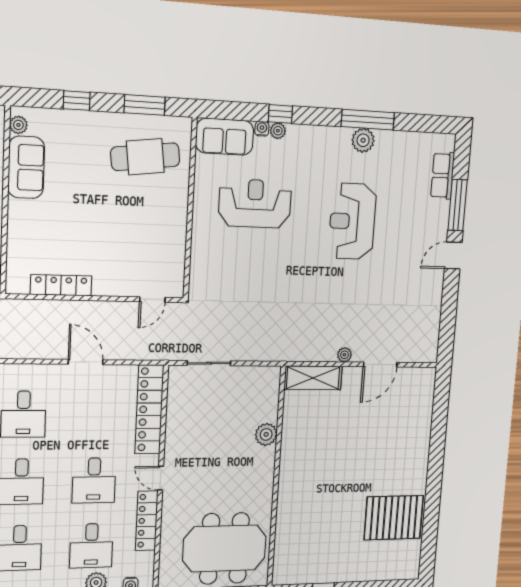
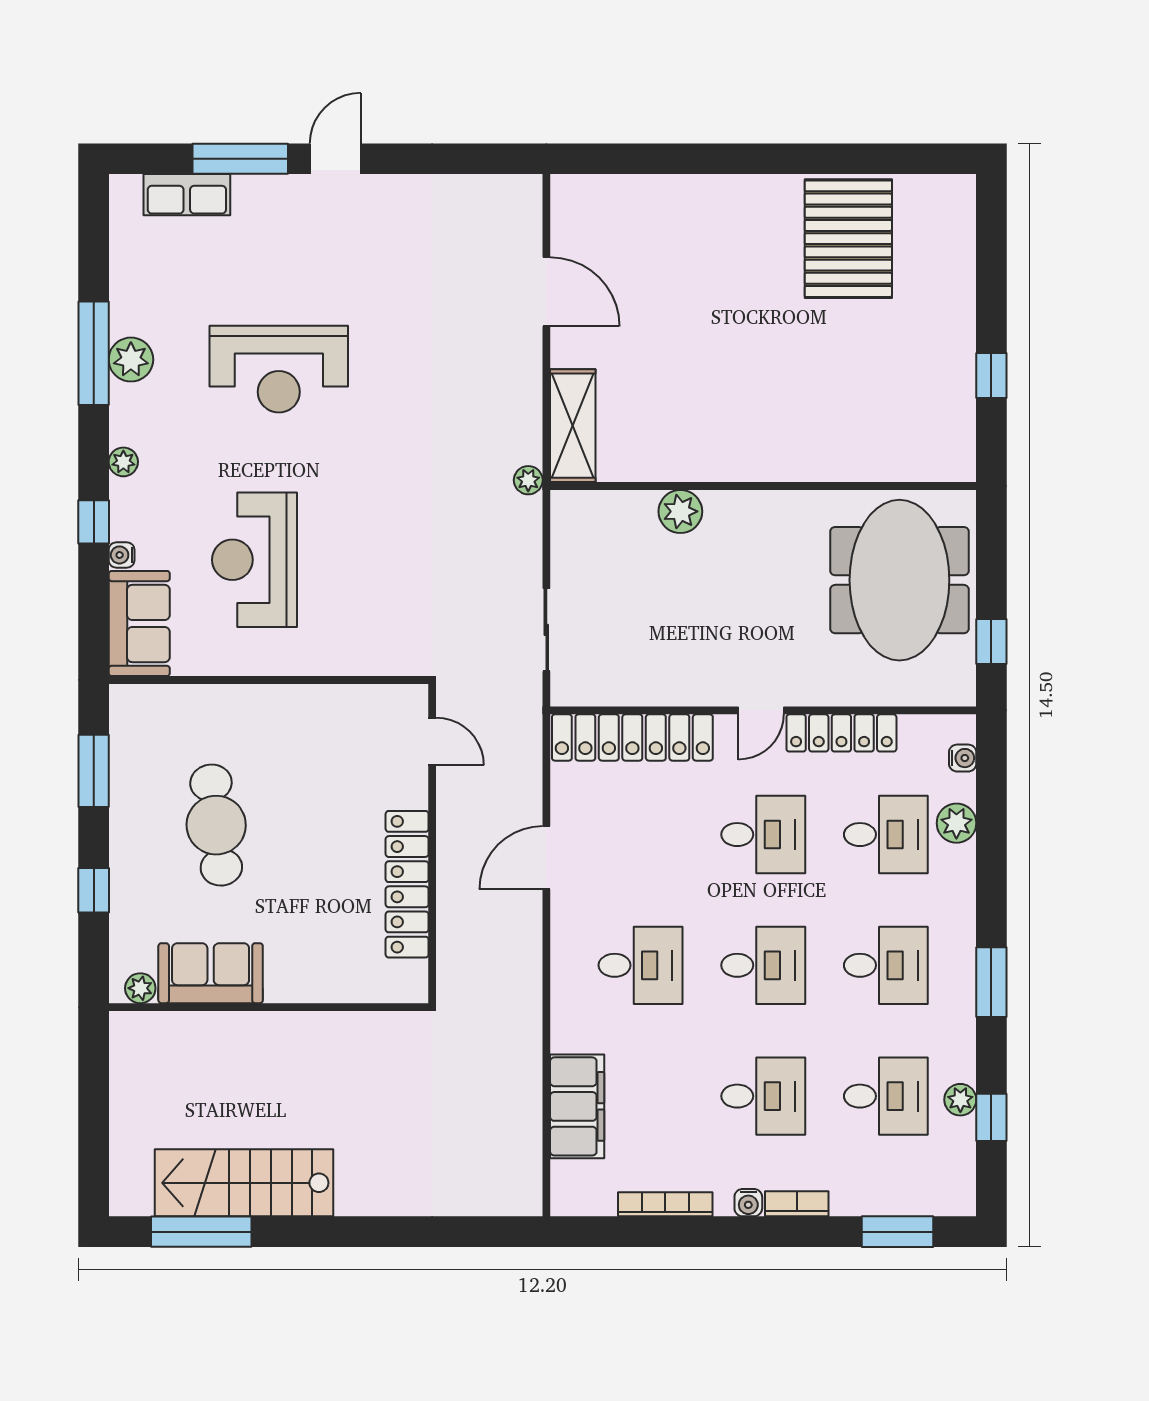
plant: (278, 131) -> (123, 462), moved
cafe table: (145, 157) -> (216, 825), moved
door: (453, 256) -> (335, 159), swing flipped
locker: (61, 285) -> (407, 884), width x1.41, depth x1.21
plant: (344, 355) -> (528, 480), moved

